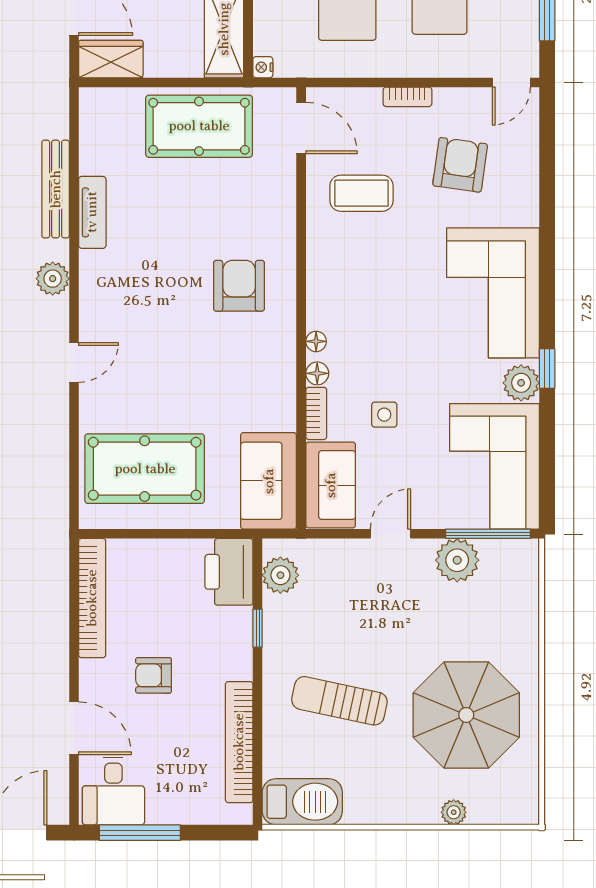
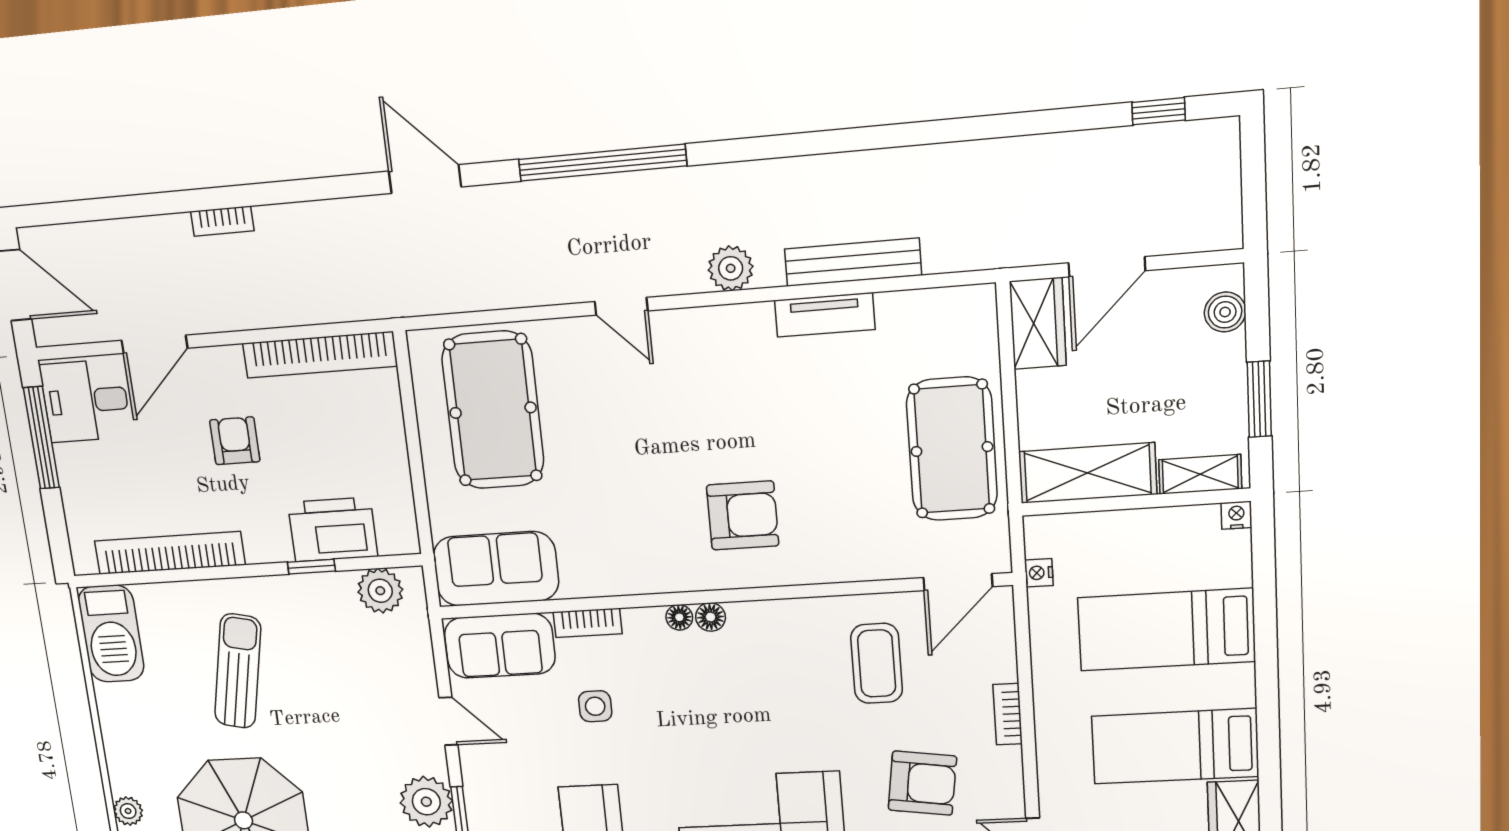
nightstand: (263, 67) -> (1039, 573), moved, turned -90
floor lamp: (317, 373) -> (711, 617), moved
printer: (229, 572) -> (333, 529), moved

